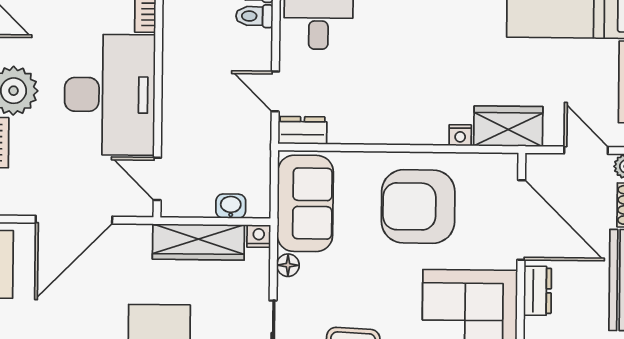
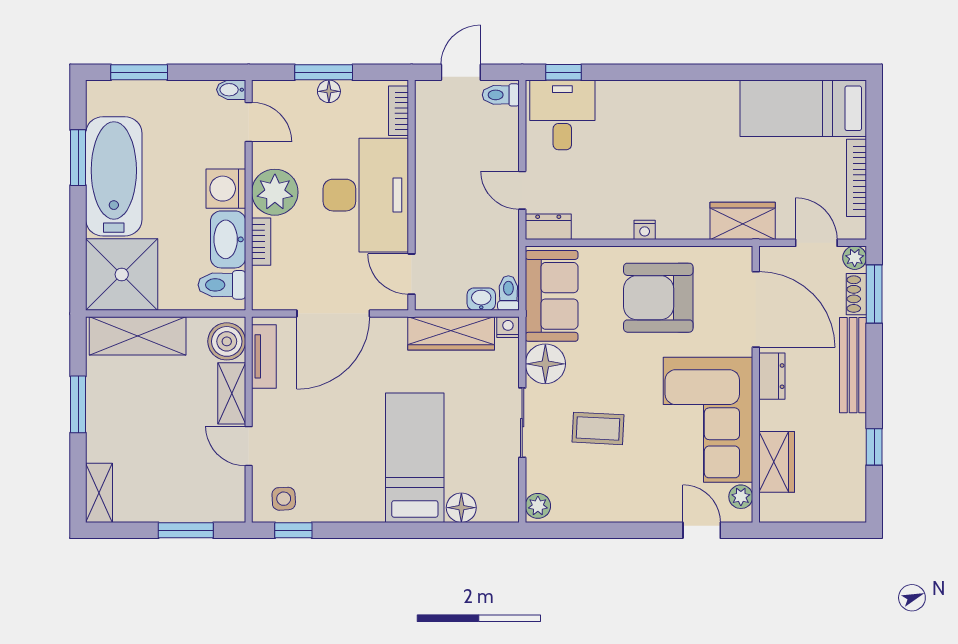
toilet: (254, 16) -> (508, 293), moved, turned 90
nightstand: (460, 135) -> (645, 230), moved
floor lamp: (288, 265) -> (545, 364), width x1.89, depth x1.89

